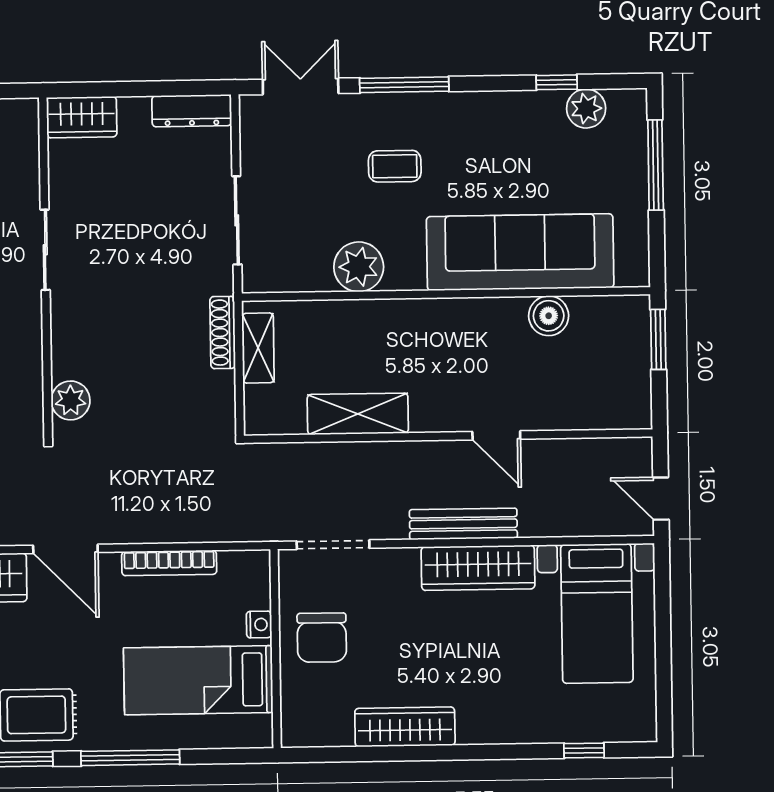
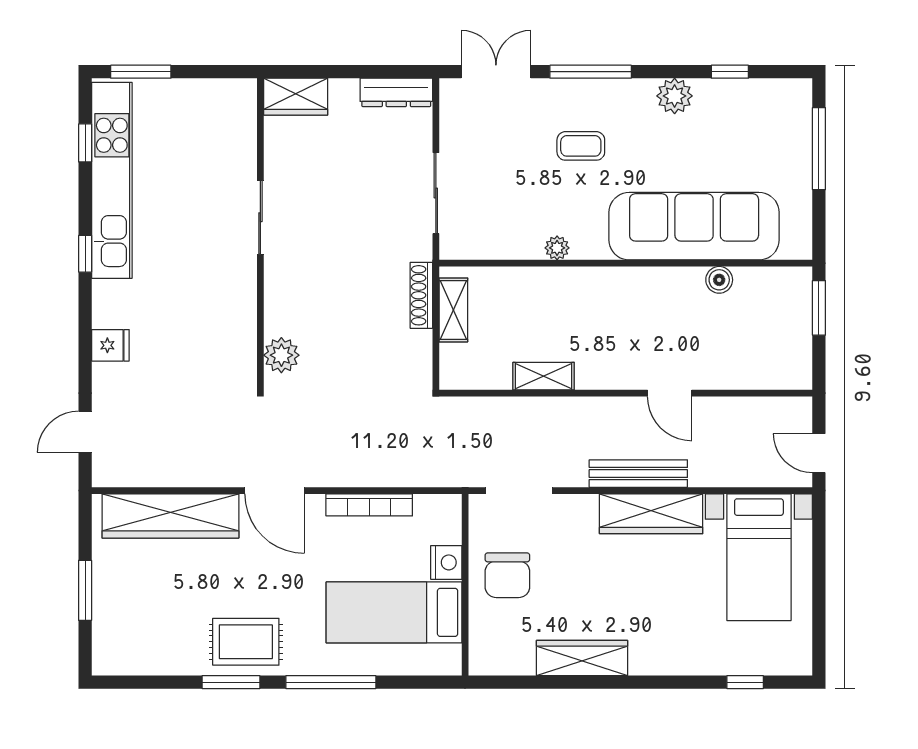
plant: (586, 108) -> (675, 96), moved
plant: (359, 267) -> (557, 248), width x0.53, depth x0.53
boiler: (549, 316) -> (719, 280), width x0.73, depth x0.73
shelving: (358, 414) -> (544, 376), width x0.67, depth x0.75
nightstand: (259, 624) -> (446, 562), width x1.39, depth x1.35

